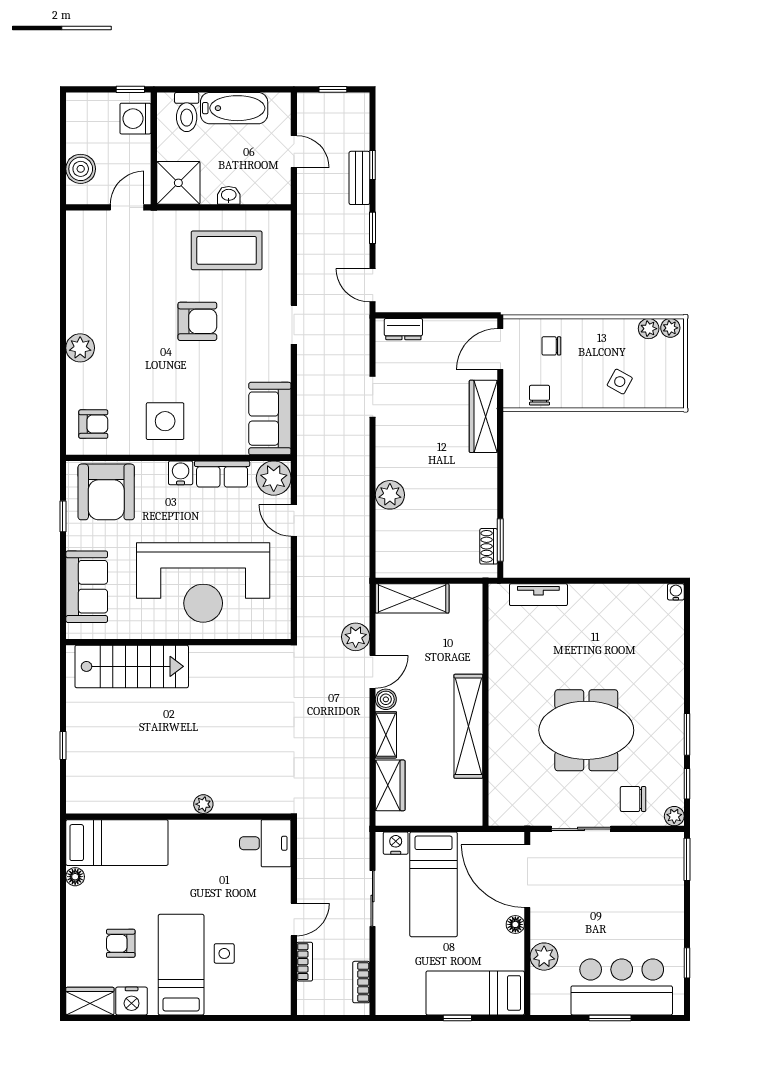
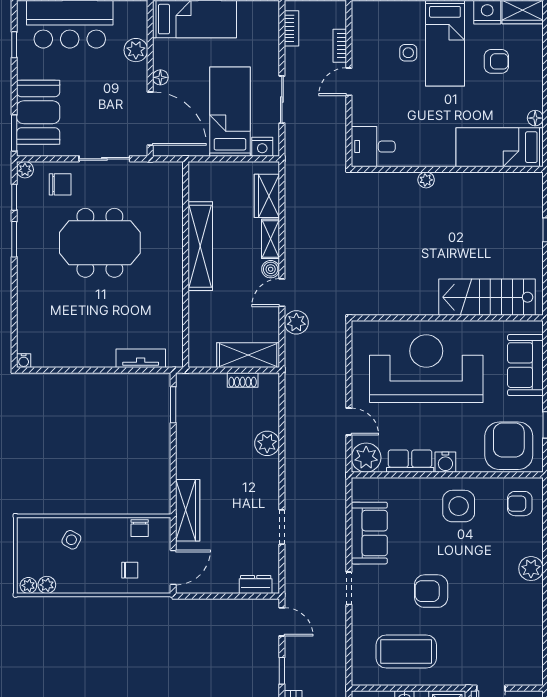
sofa: (270, 419) -> (369, 533), moved
shoe rack: (489, 546) -> (243, 380), moved, turned 90
booth: (659, 884) -> (38, 112), added

